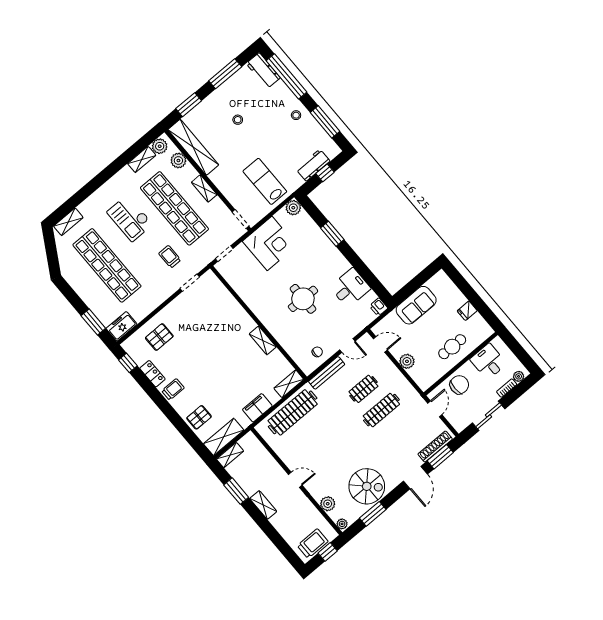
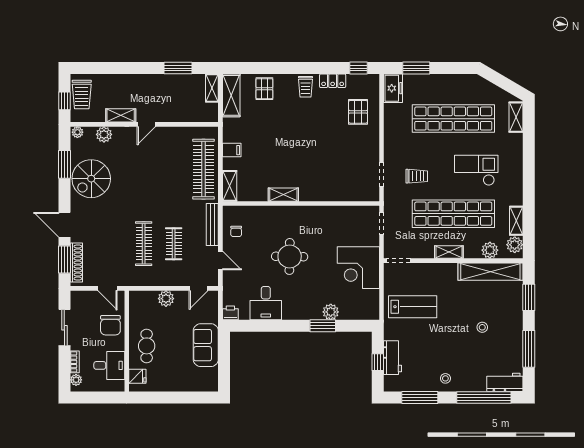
plant: (293, 208) -> (331, 312), moved
fridge: (467, 311) -> (137, 376), moved, turned 90
door: (347, 345) -> (220, 261), swing flipped
filing cabinet: (257, 408) -> (232, 150), width x0.50
shelving: (263, 505) -> (121, 115), moved

